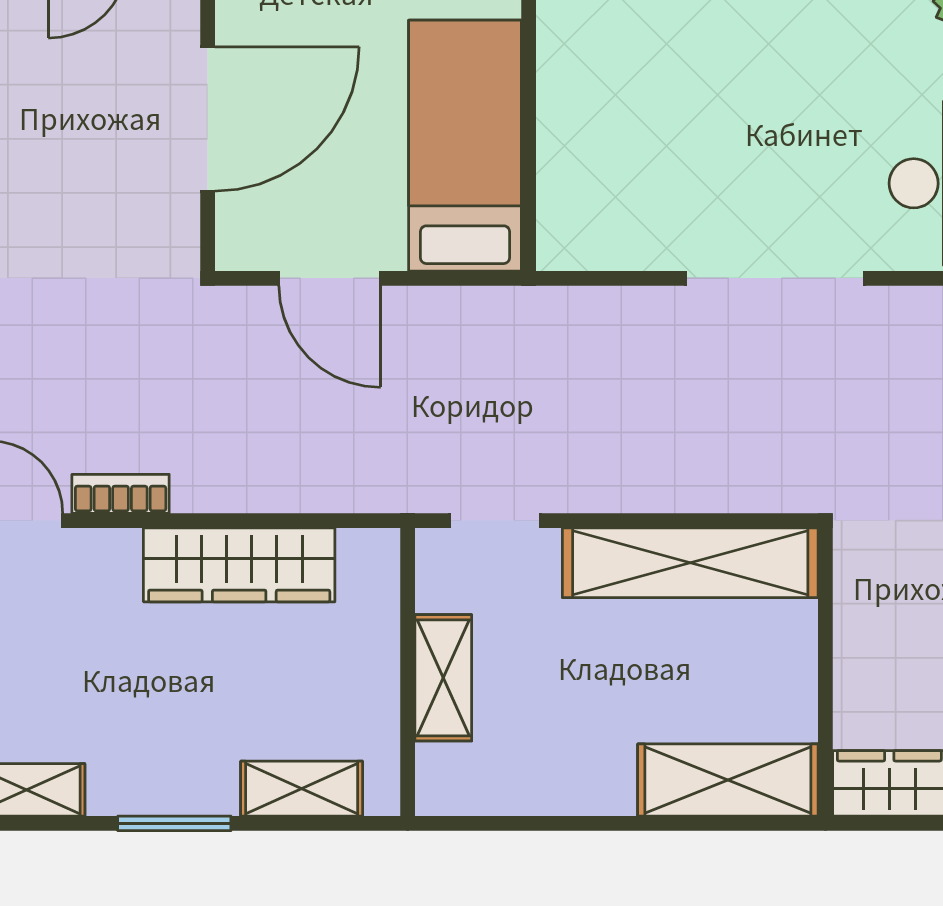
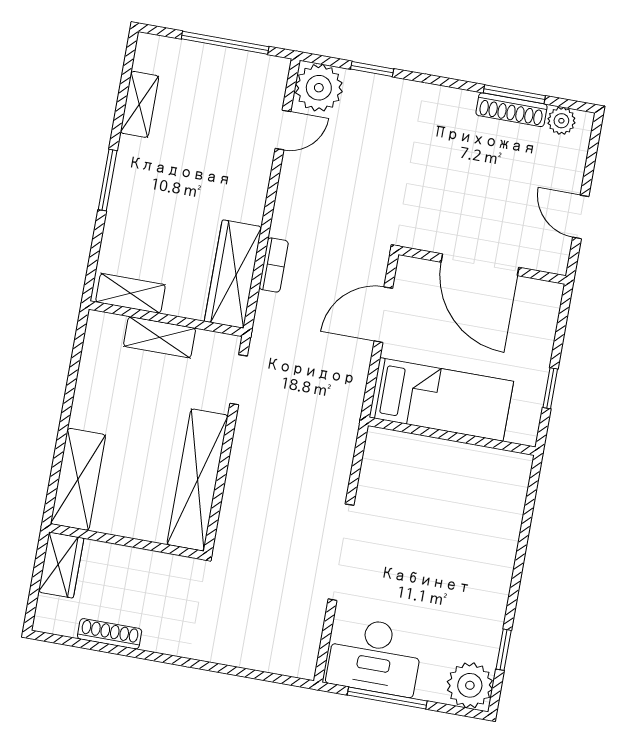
bookcase: (121, 494) -> (274, 265), moved
wardrobe: (239, 565) -> (233, 274), moved
shelving: (302, 789) -> (130, 293), moved, turned 90

